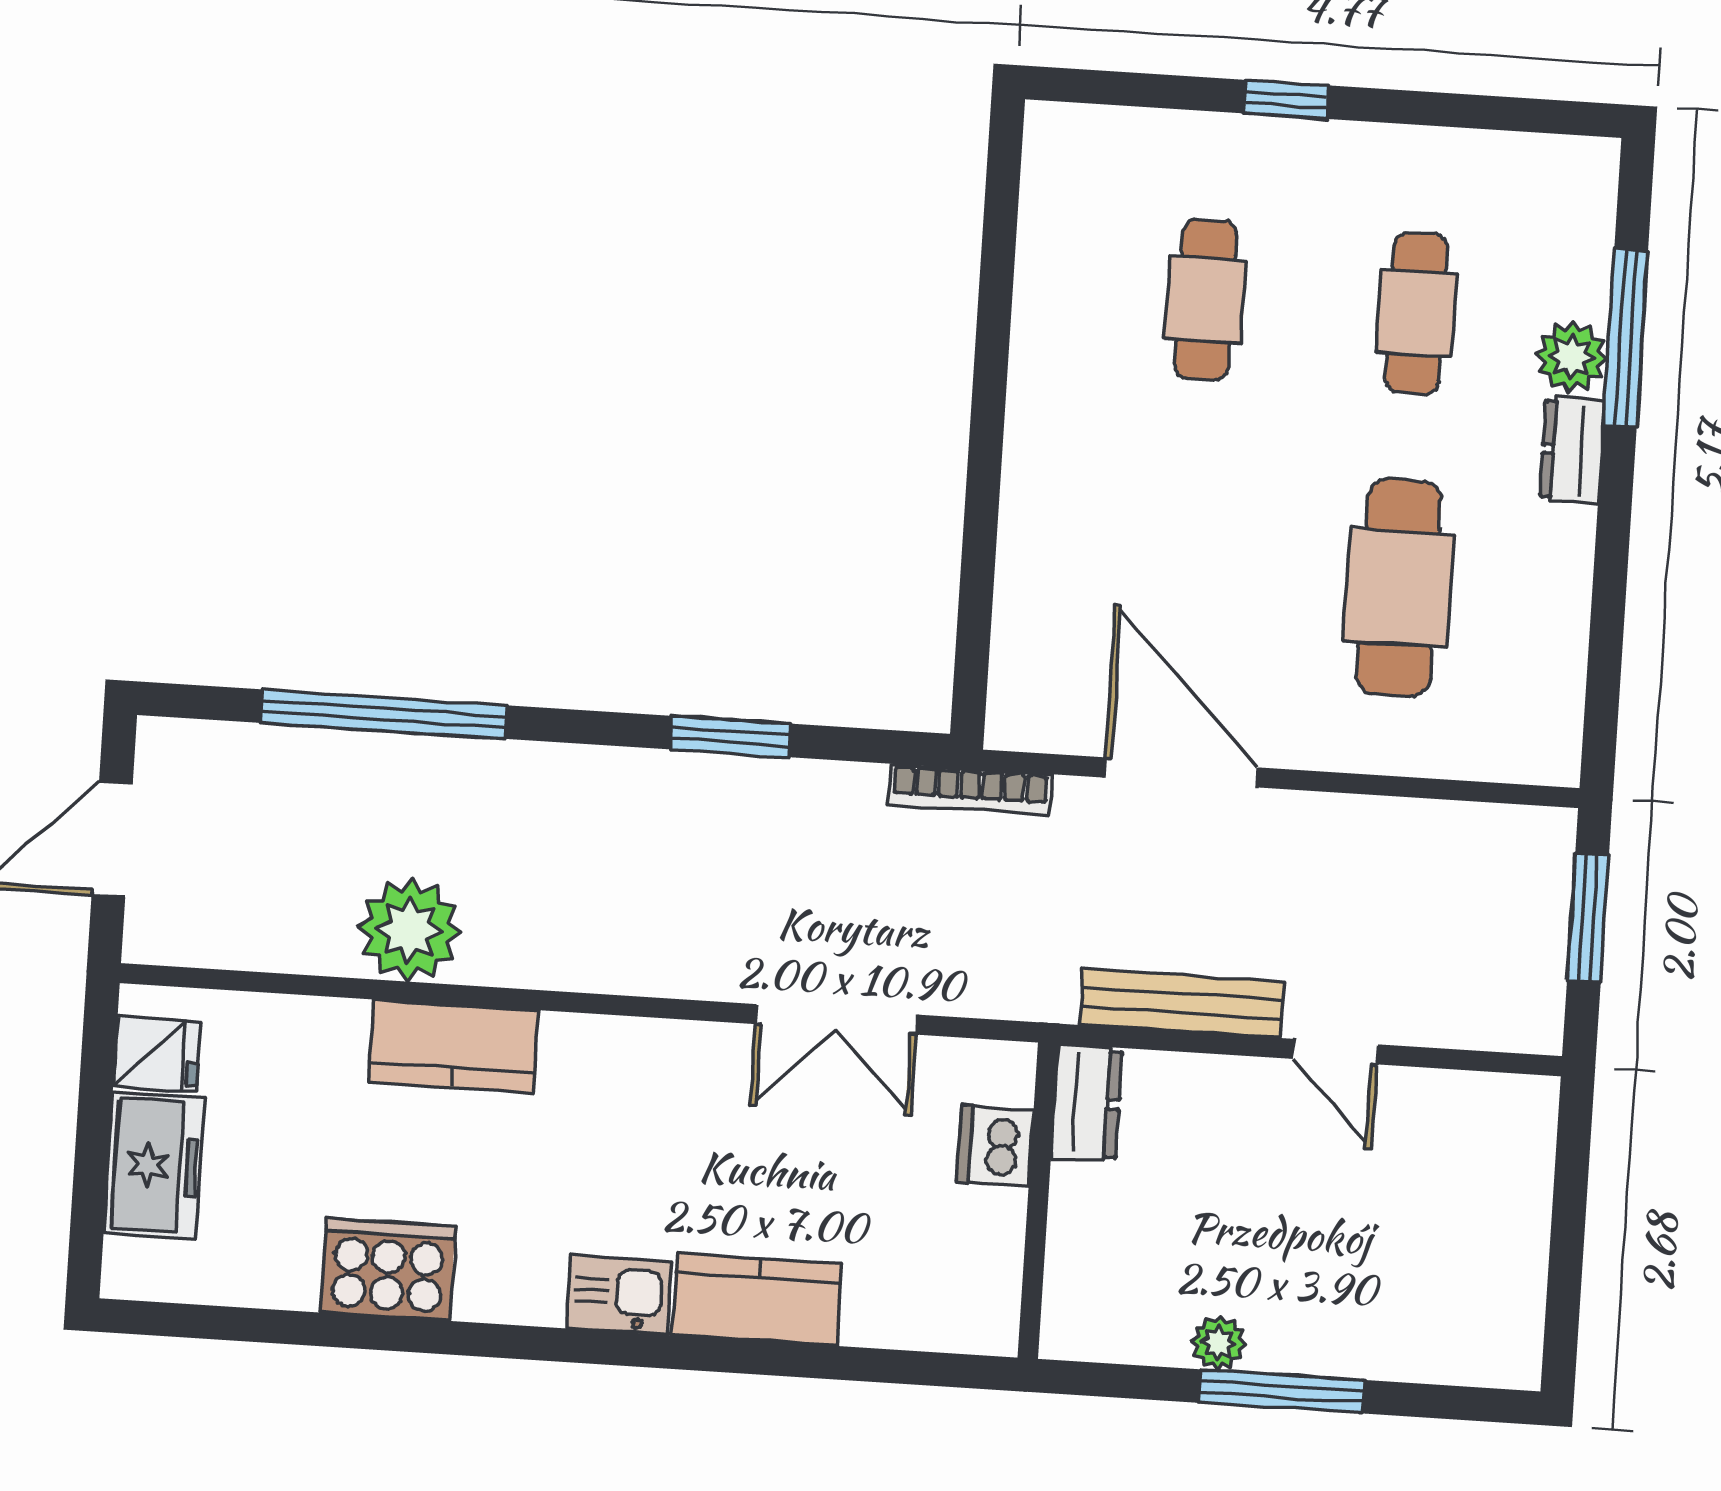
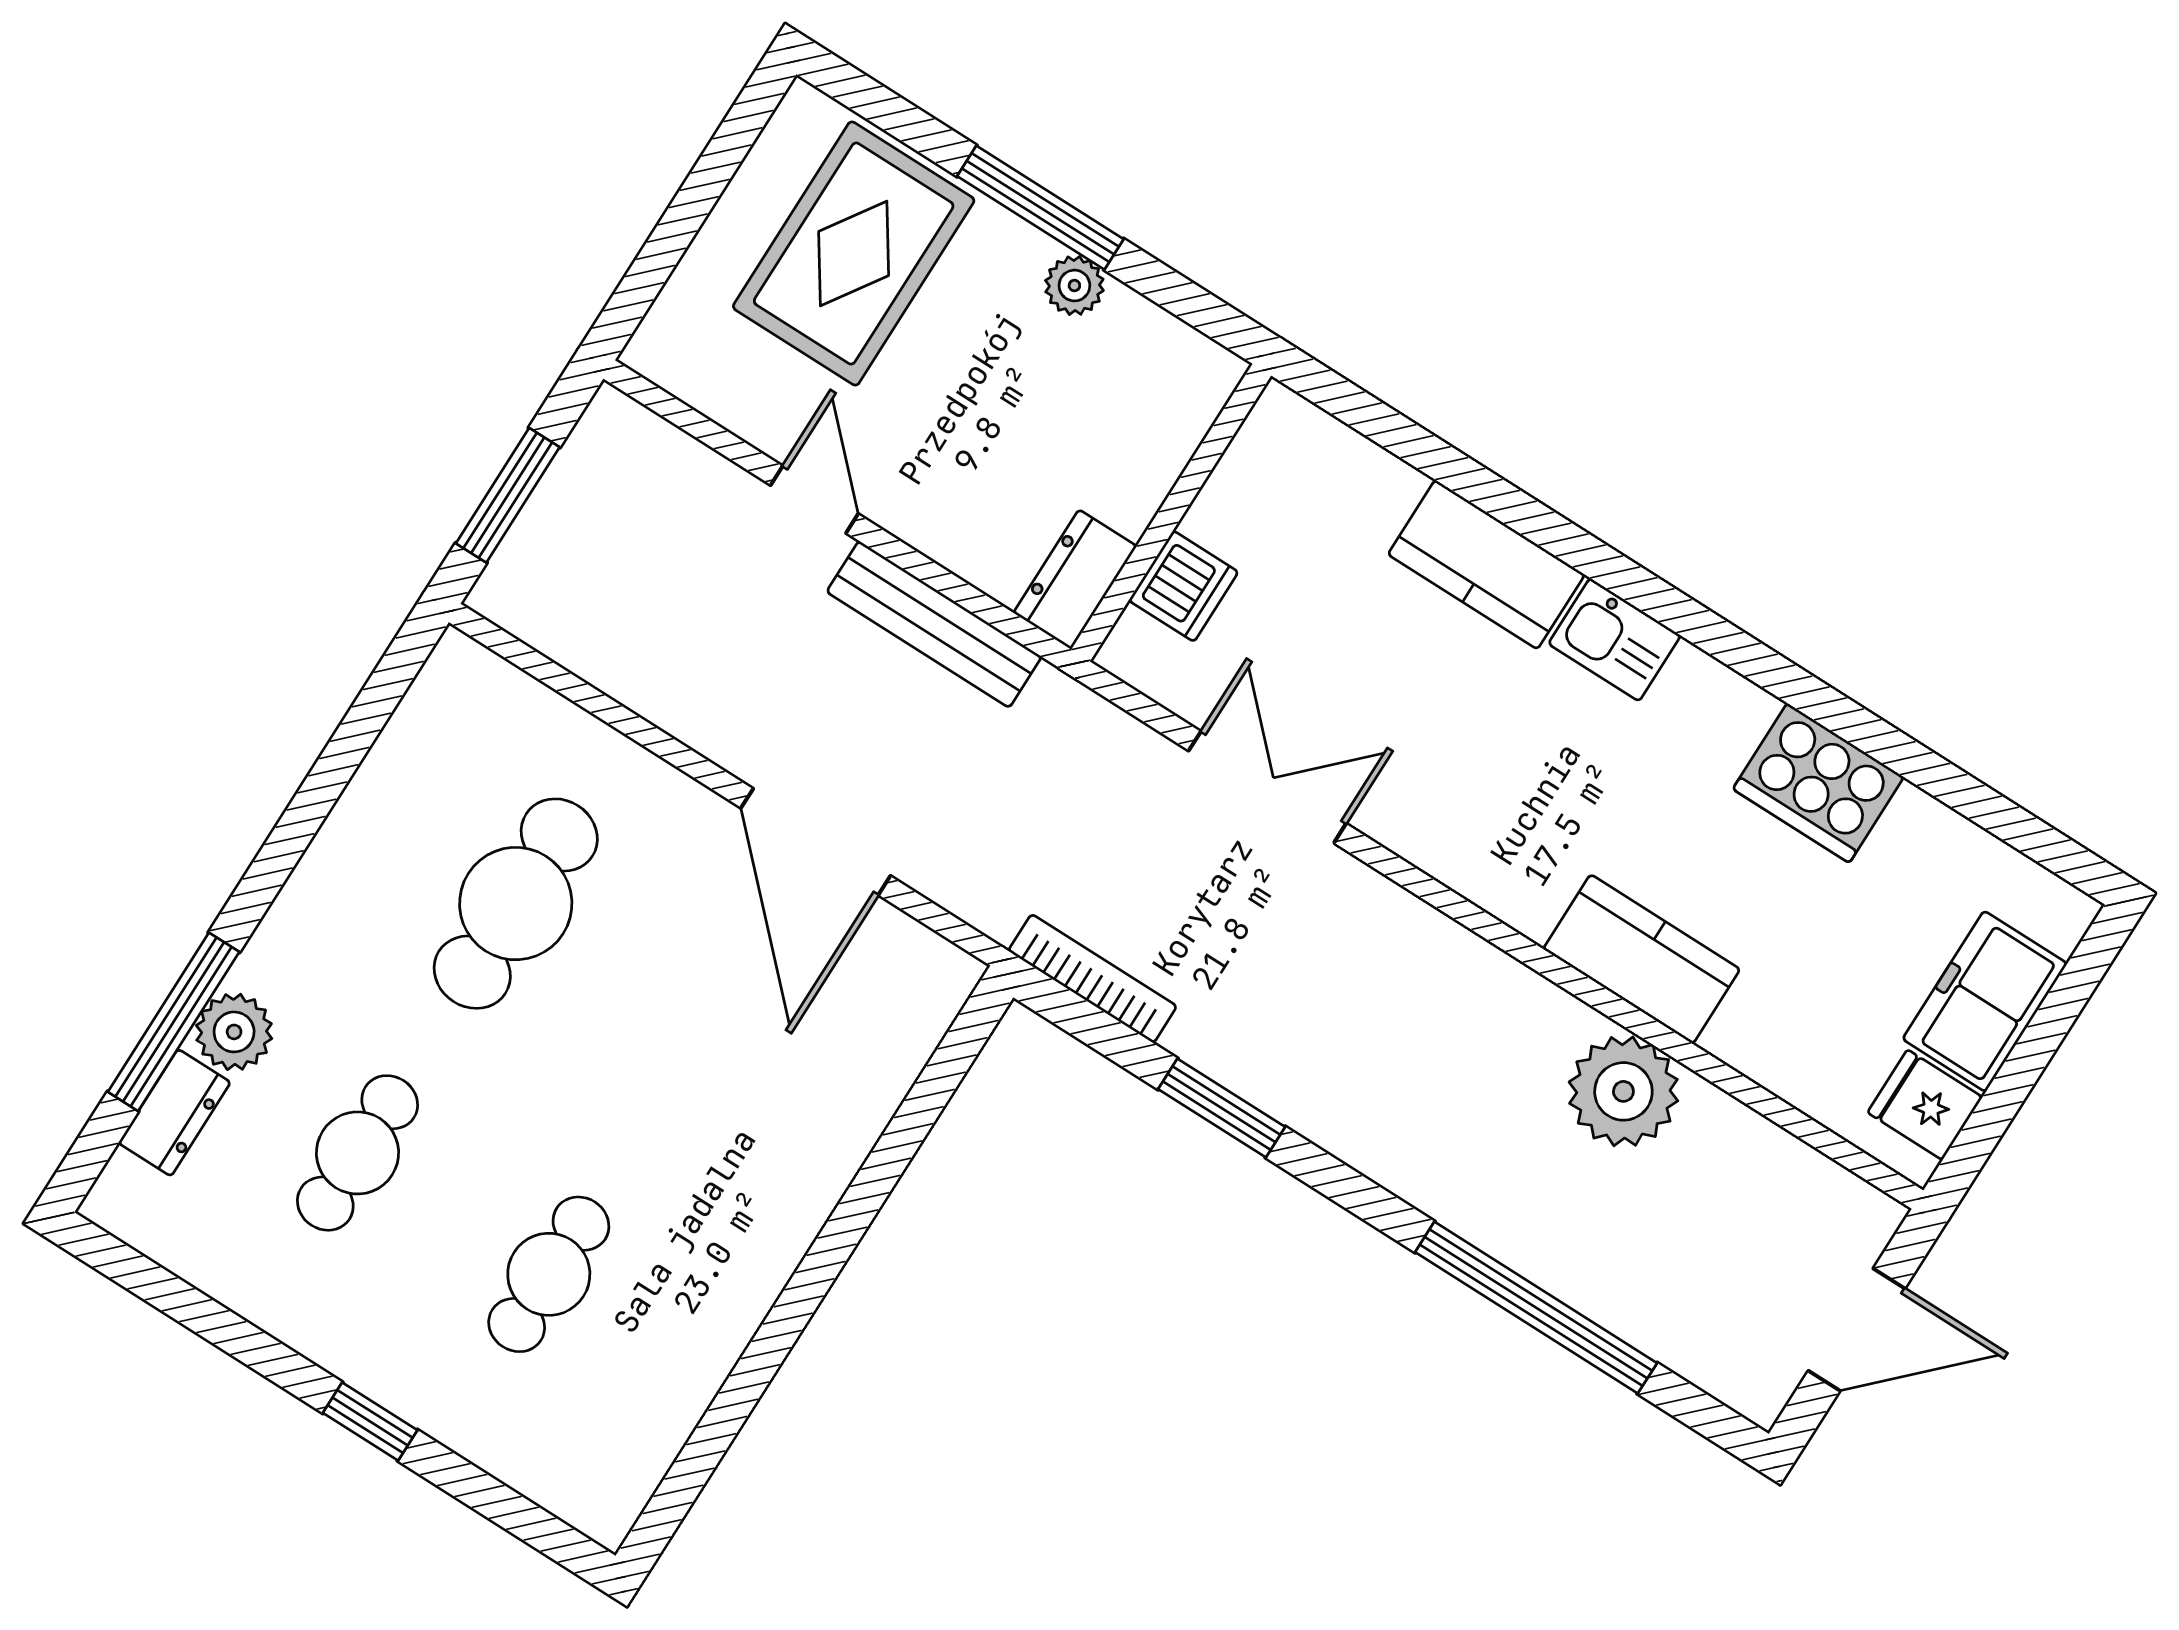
dresser: (1572, 450) -> (175, 1113), moved
bookcase: (970, 790) -> (1092, 979), moved
rug: (1413, 1270) -> (854, 253), added

